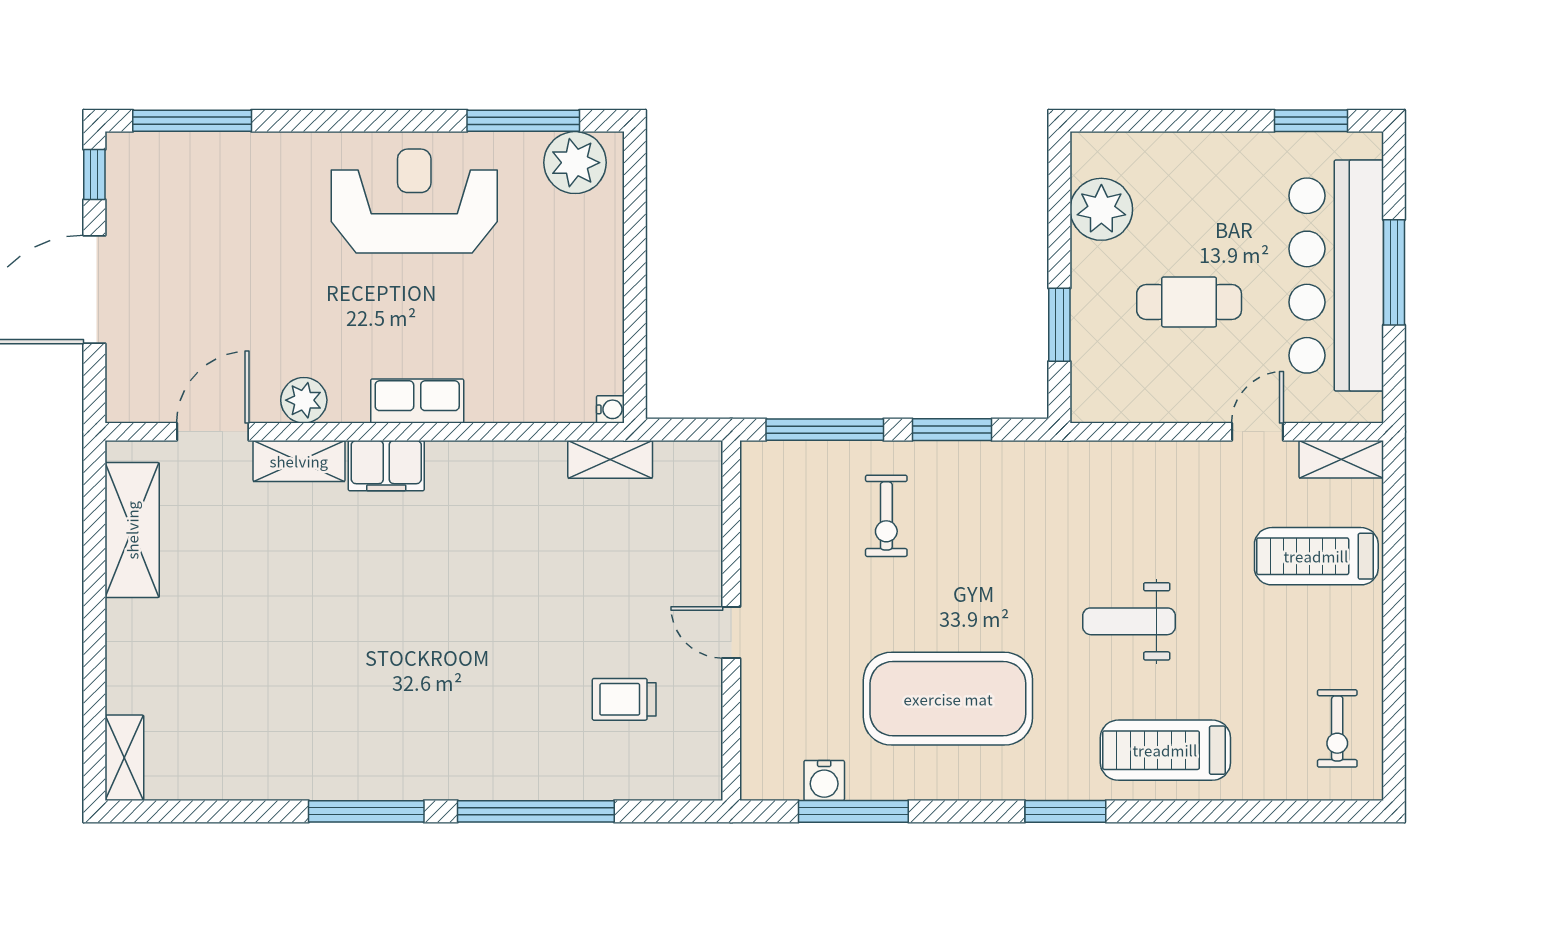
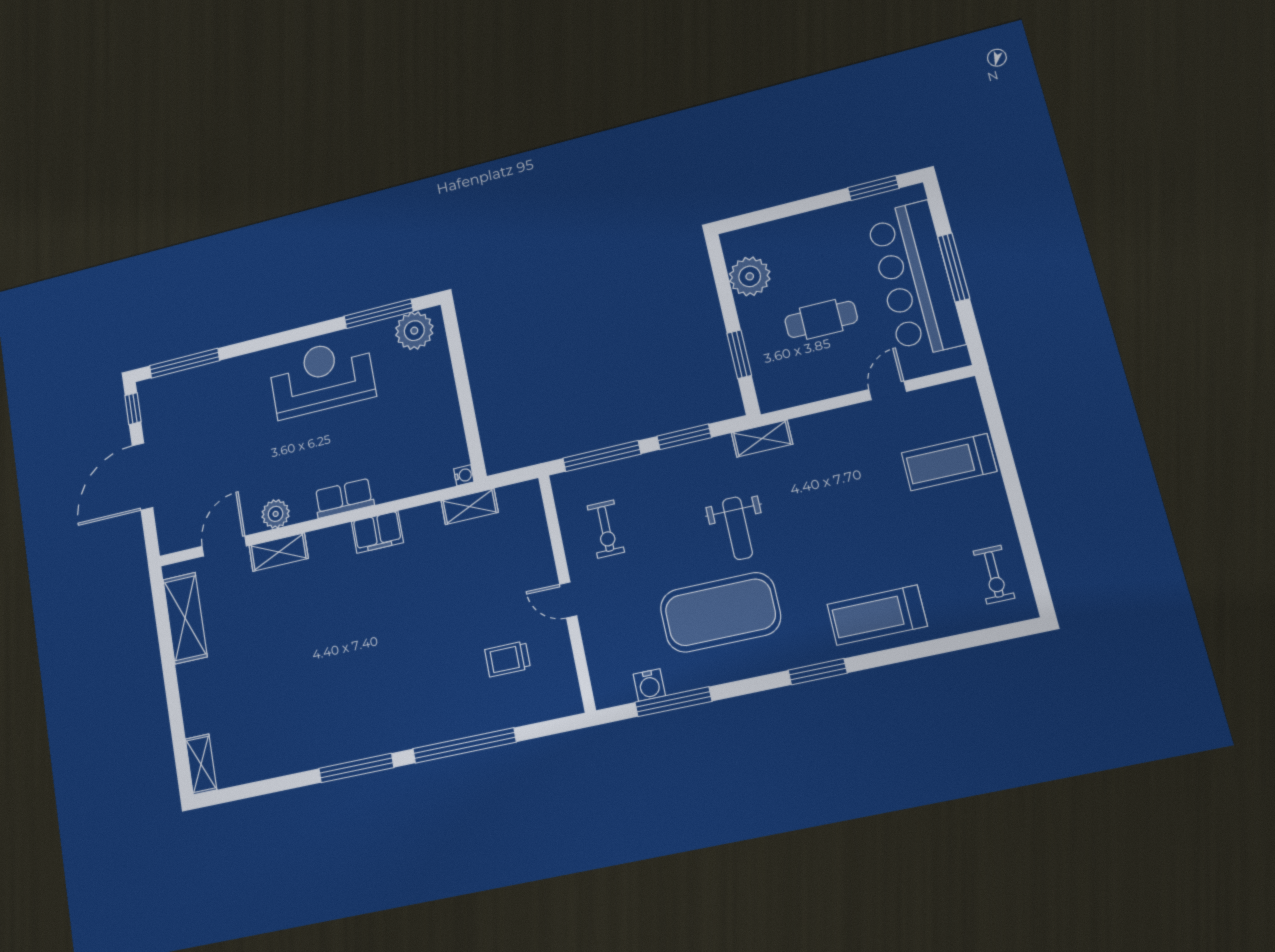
shelving: (1341, 459) -> (762, 439), moved
filing cabinet: (386, 466) -> (377, 532), moved
exercise bike: (886, 516) -> (606, 529), moved
weight bench: (1129, 621) -> (737, 528), moved, turned -90

